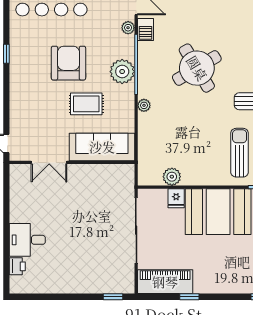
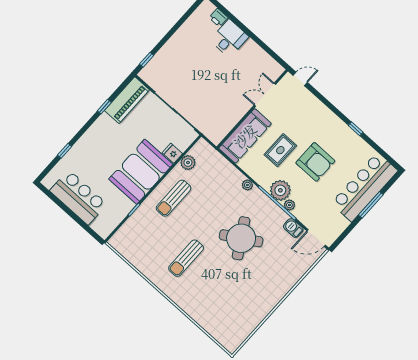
plant: (128, 28) -> (289, 205), moved
sun lounger: (240, 153) -> (173, 198), moved, turned 90

